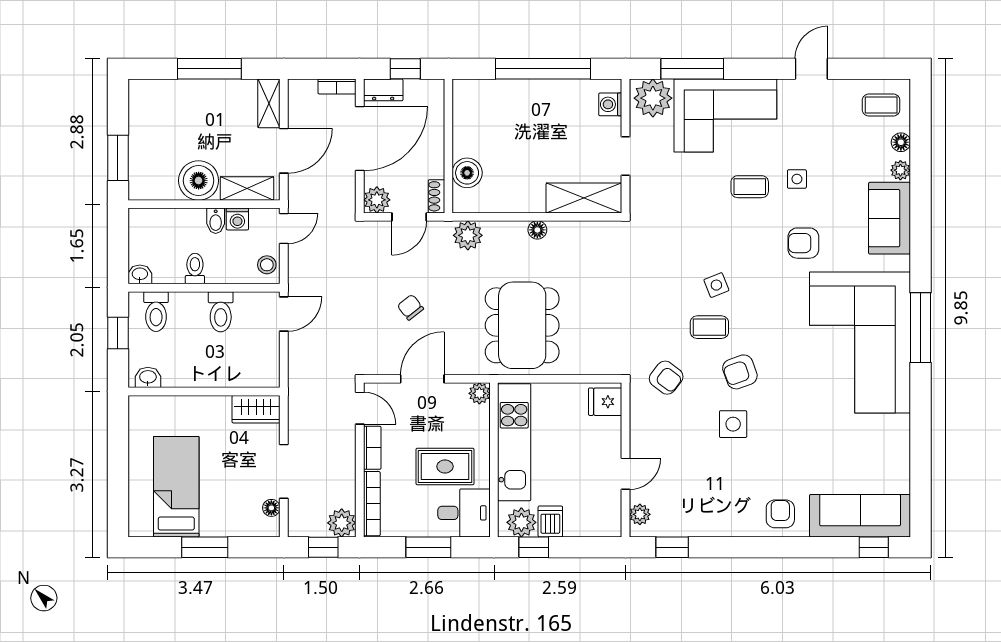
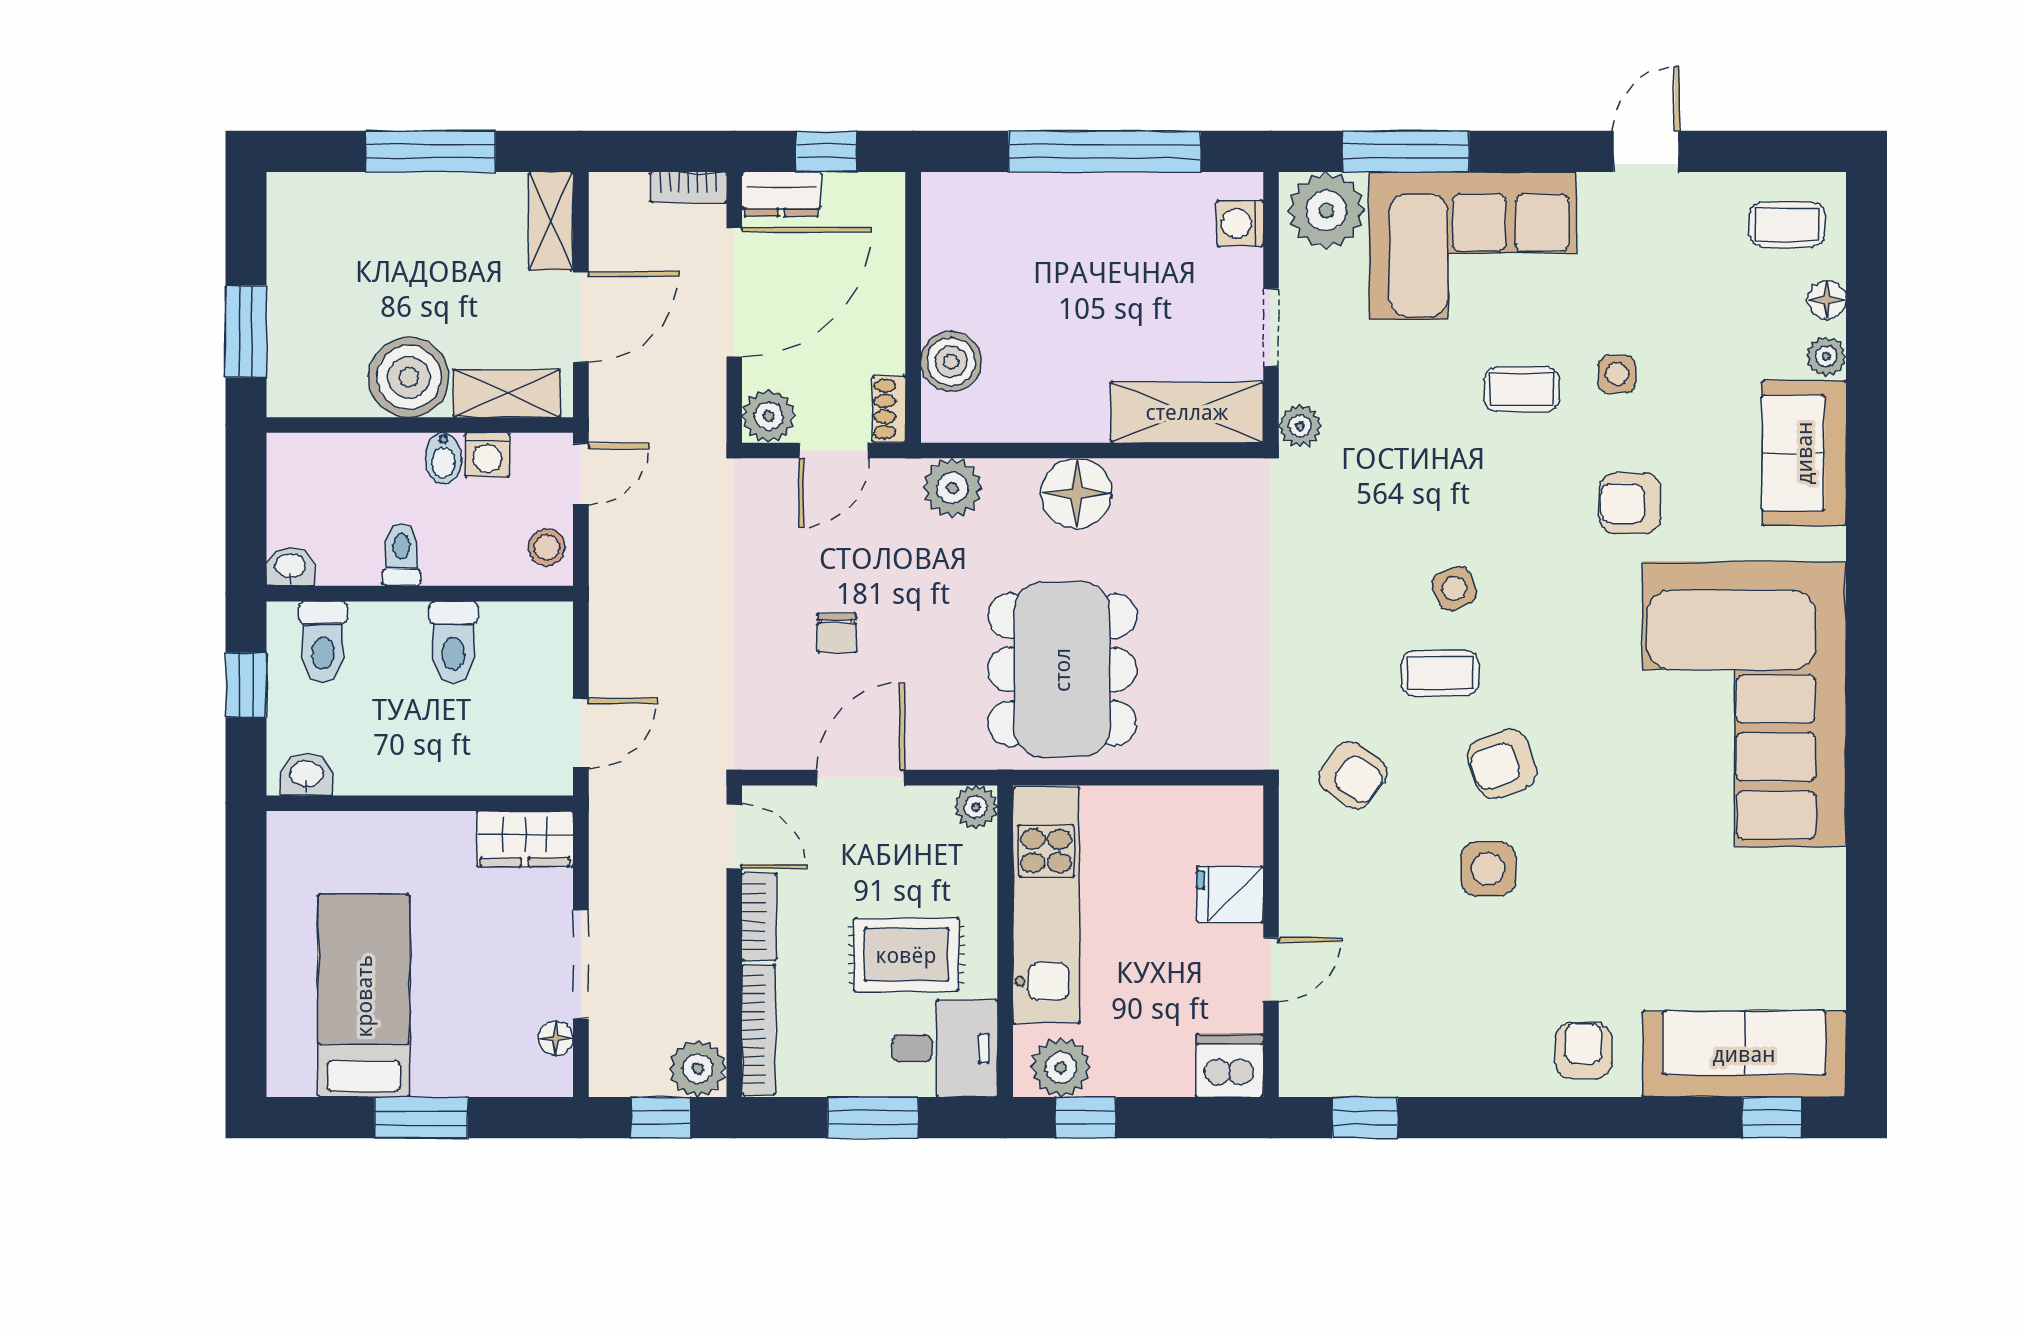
floor lamp: (537, 230) -> (1076, 494), width x1.89, depth x1.89
chair: (410, 307) -> (837, 633), turned -142
door: (284, 314) -> (581, 733), moved
window: (920, 328) -> (1867, 674), removed
fridge: (605, 402) -> (1230, 894), moved
plant: (640, 514) -> (1300, 426), moved
dishwasher: (550, 522) -> (1230, 1066), moved, width x1.38

